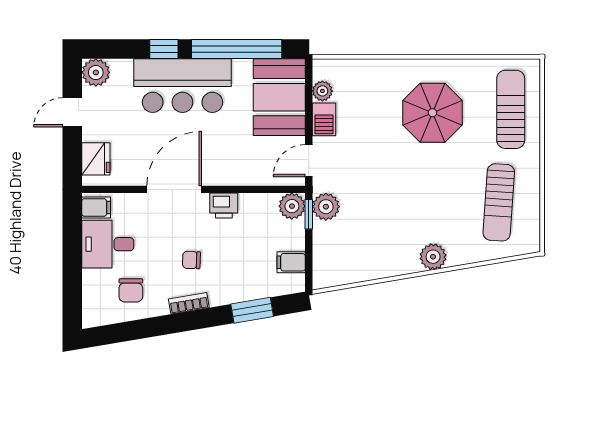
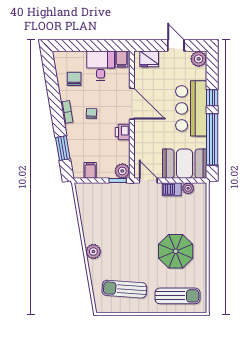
plant: (326, 207) -> (122, 190), removed
chair: (131, 290) -> (74, 79), turned 90

